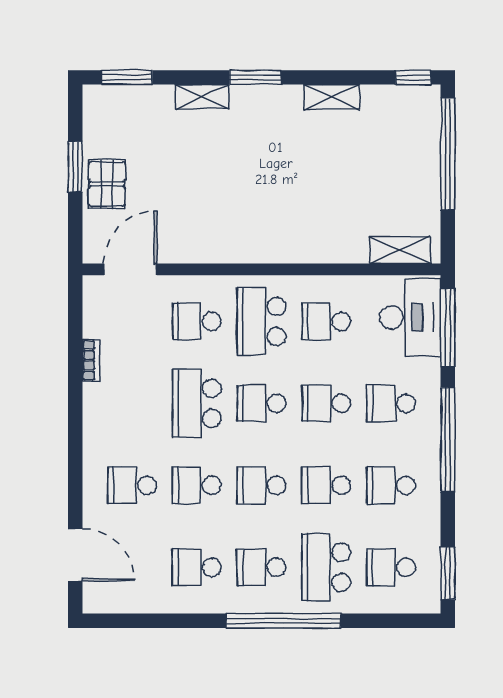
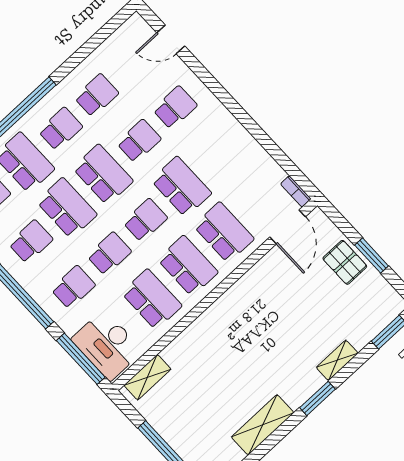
shelving: (332, 97) -> (263, 425), width x1.50, depth x1.33
school desk: (197, 321) -> (224, 232), width x1.85
school desk: (326, 321) -> (152, 299), width x1.85
bookcase: (91, 360) -> (296, 191), moved
school desk: (261, 485) -> (103, 175), width x1.85
school desk: (326, 485) -> (67, 208), width x1.85
door: (75, 555) -> (171, 39), width x0.73

